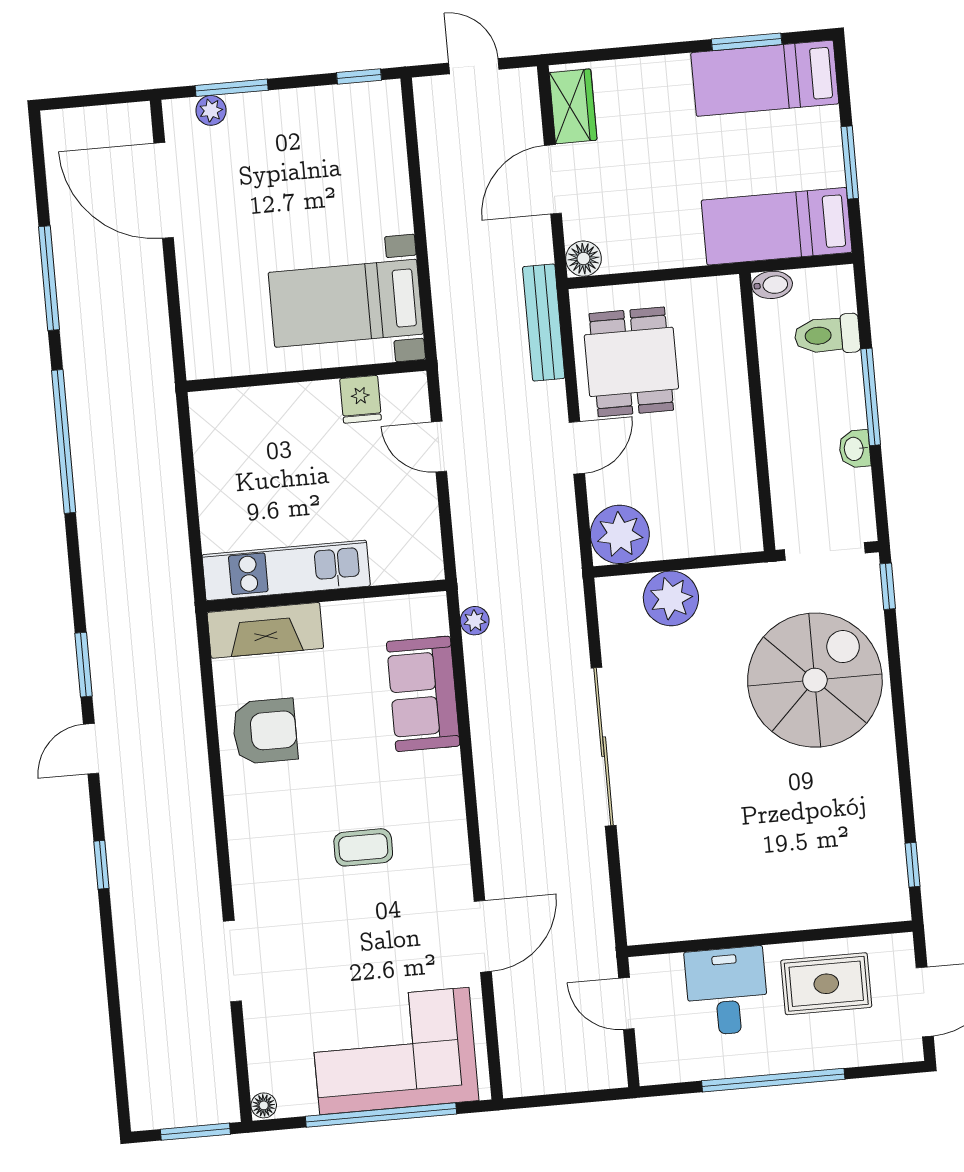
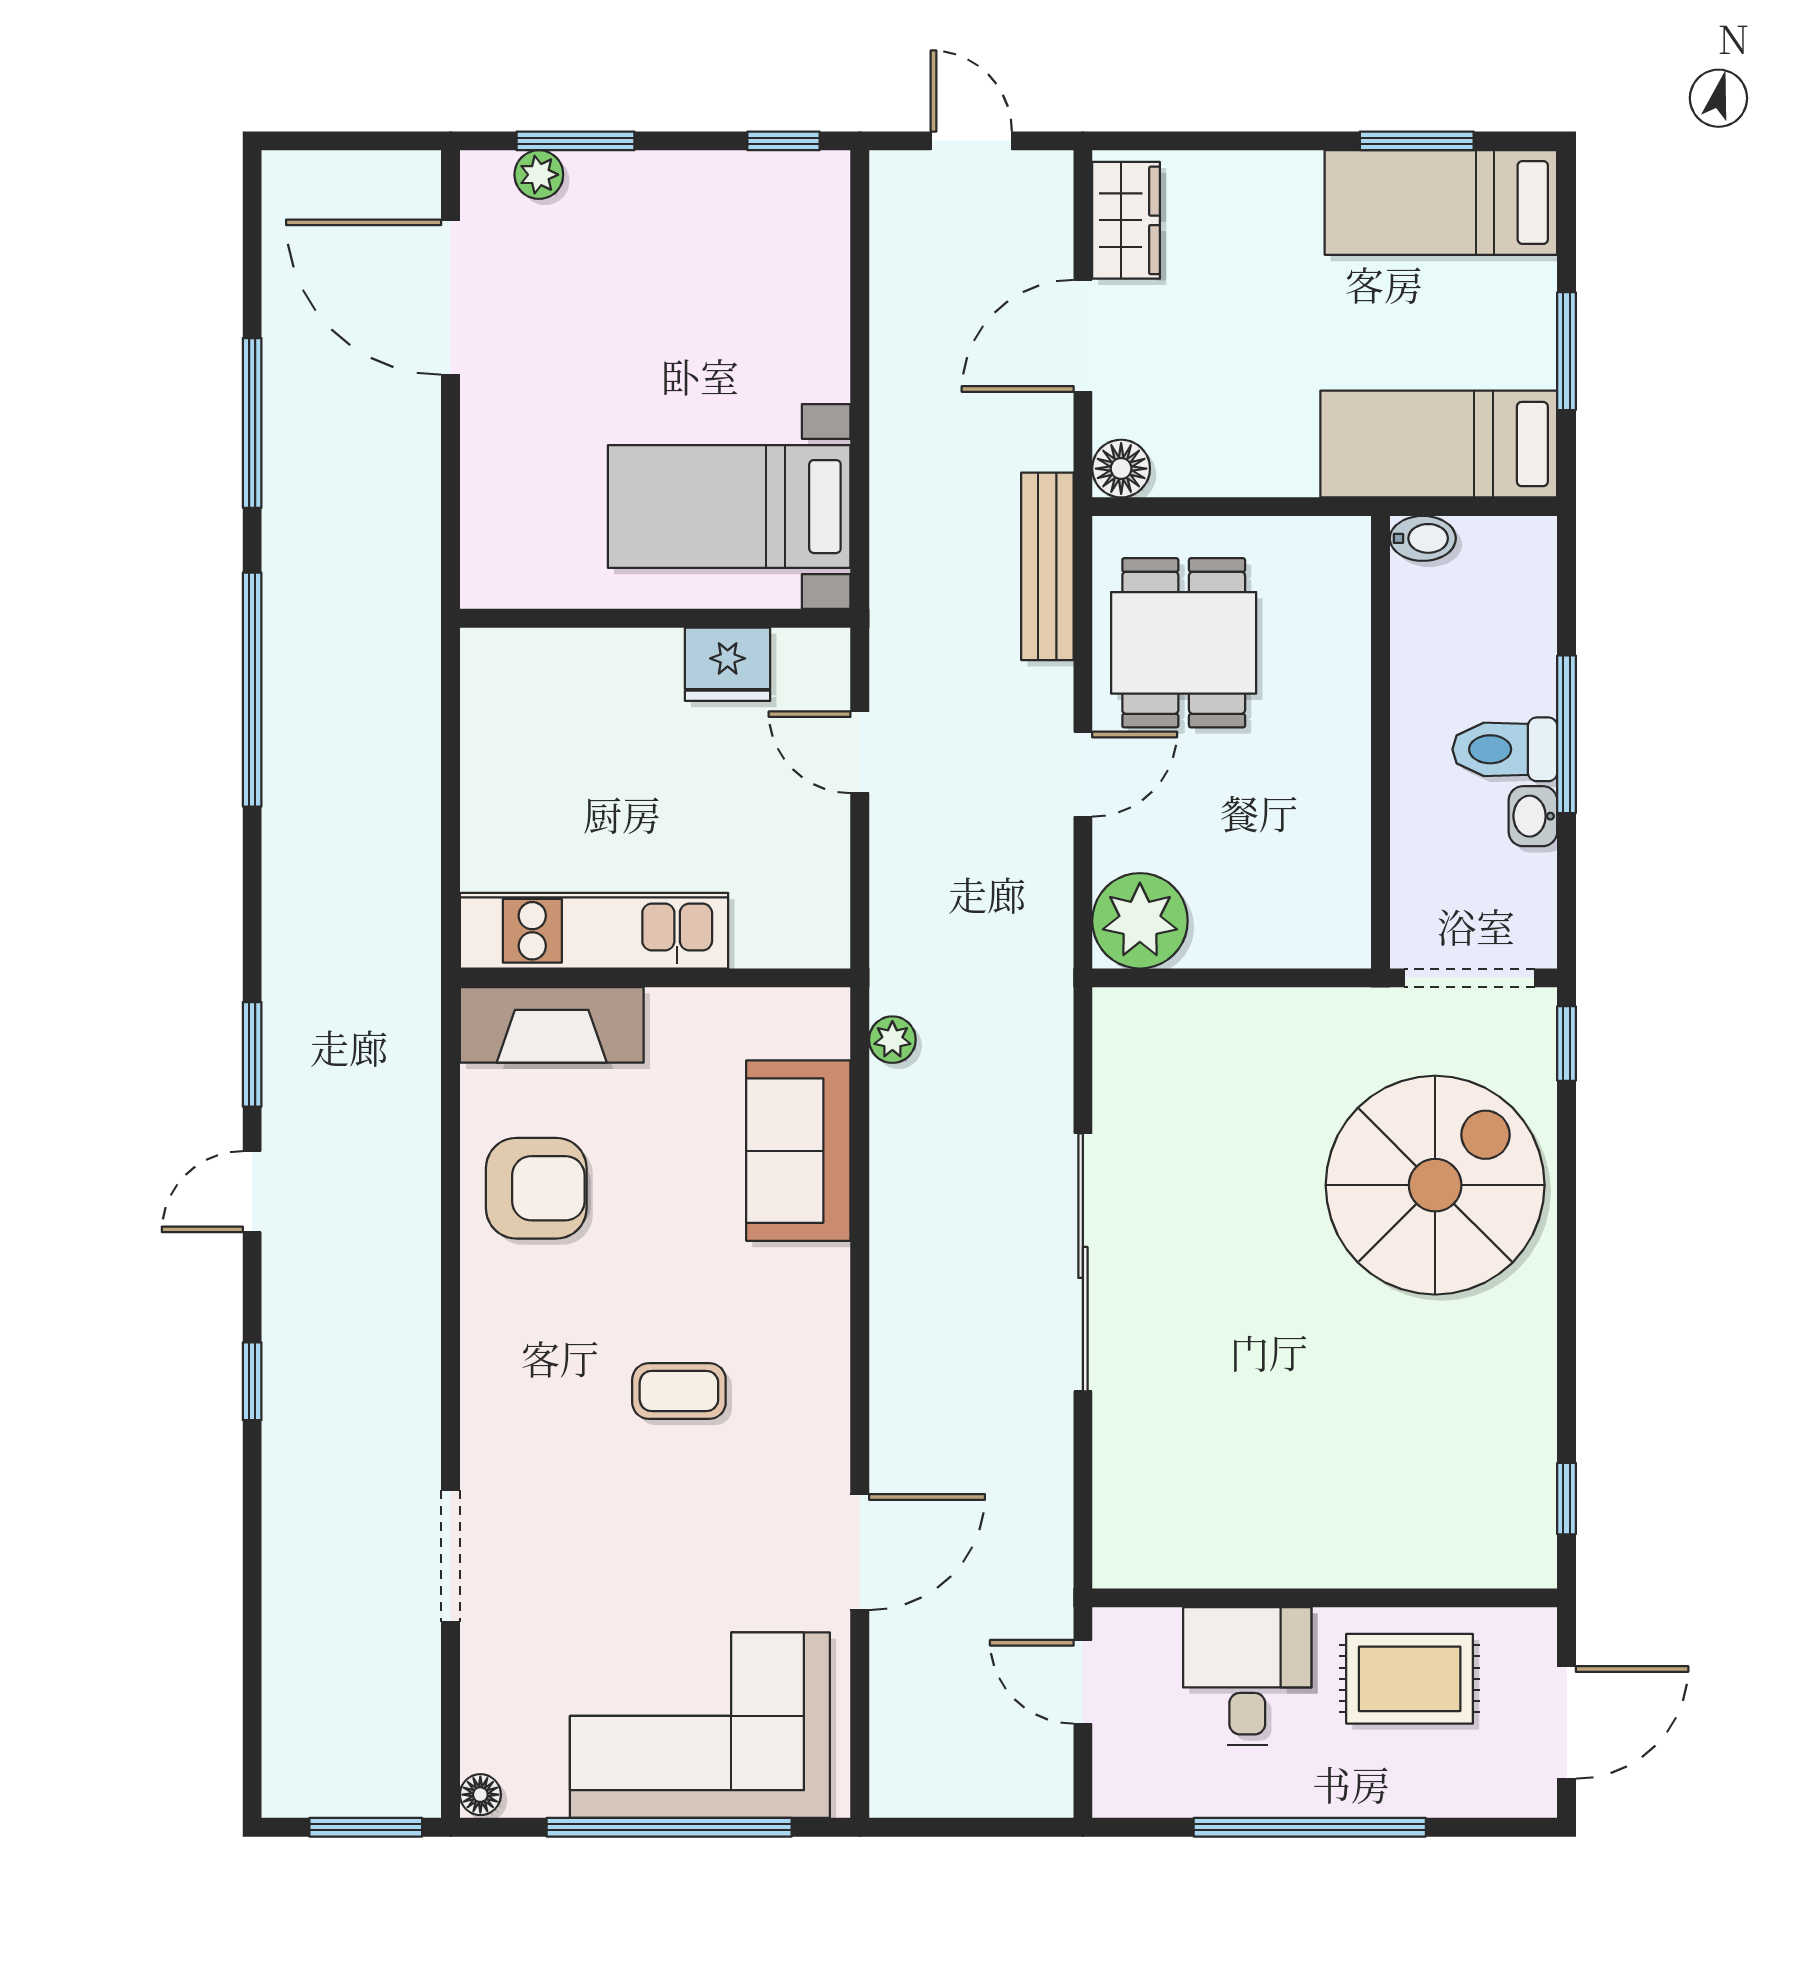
toilet: (827, 335) -> (1505, 749), moved
fridge: (361, 399) -> (728, 664), width x1.38
plant: (671, 598) -> (1214, 1032), removed

